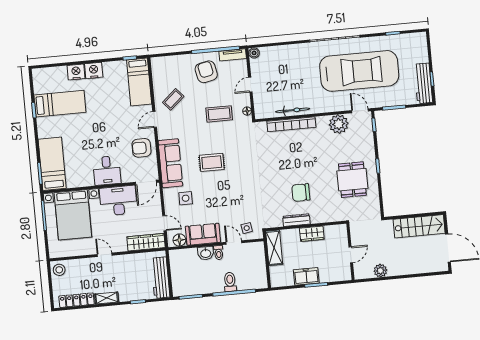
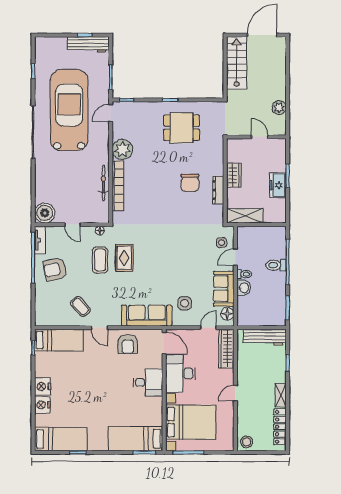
boiler: (254, 53) -> (45, 213), width x1.86, depth x1.86
bed: (60, 104) -> (61, 439), moved, turned 90
plant: (339, 124) -> (122, 149), moved
rug: (212, 162) -> (124, 258), moved

